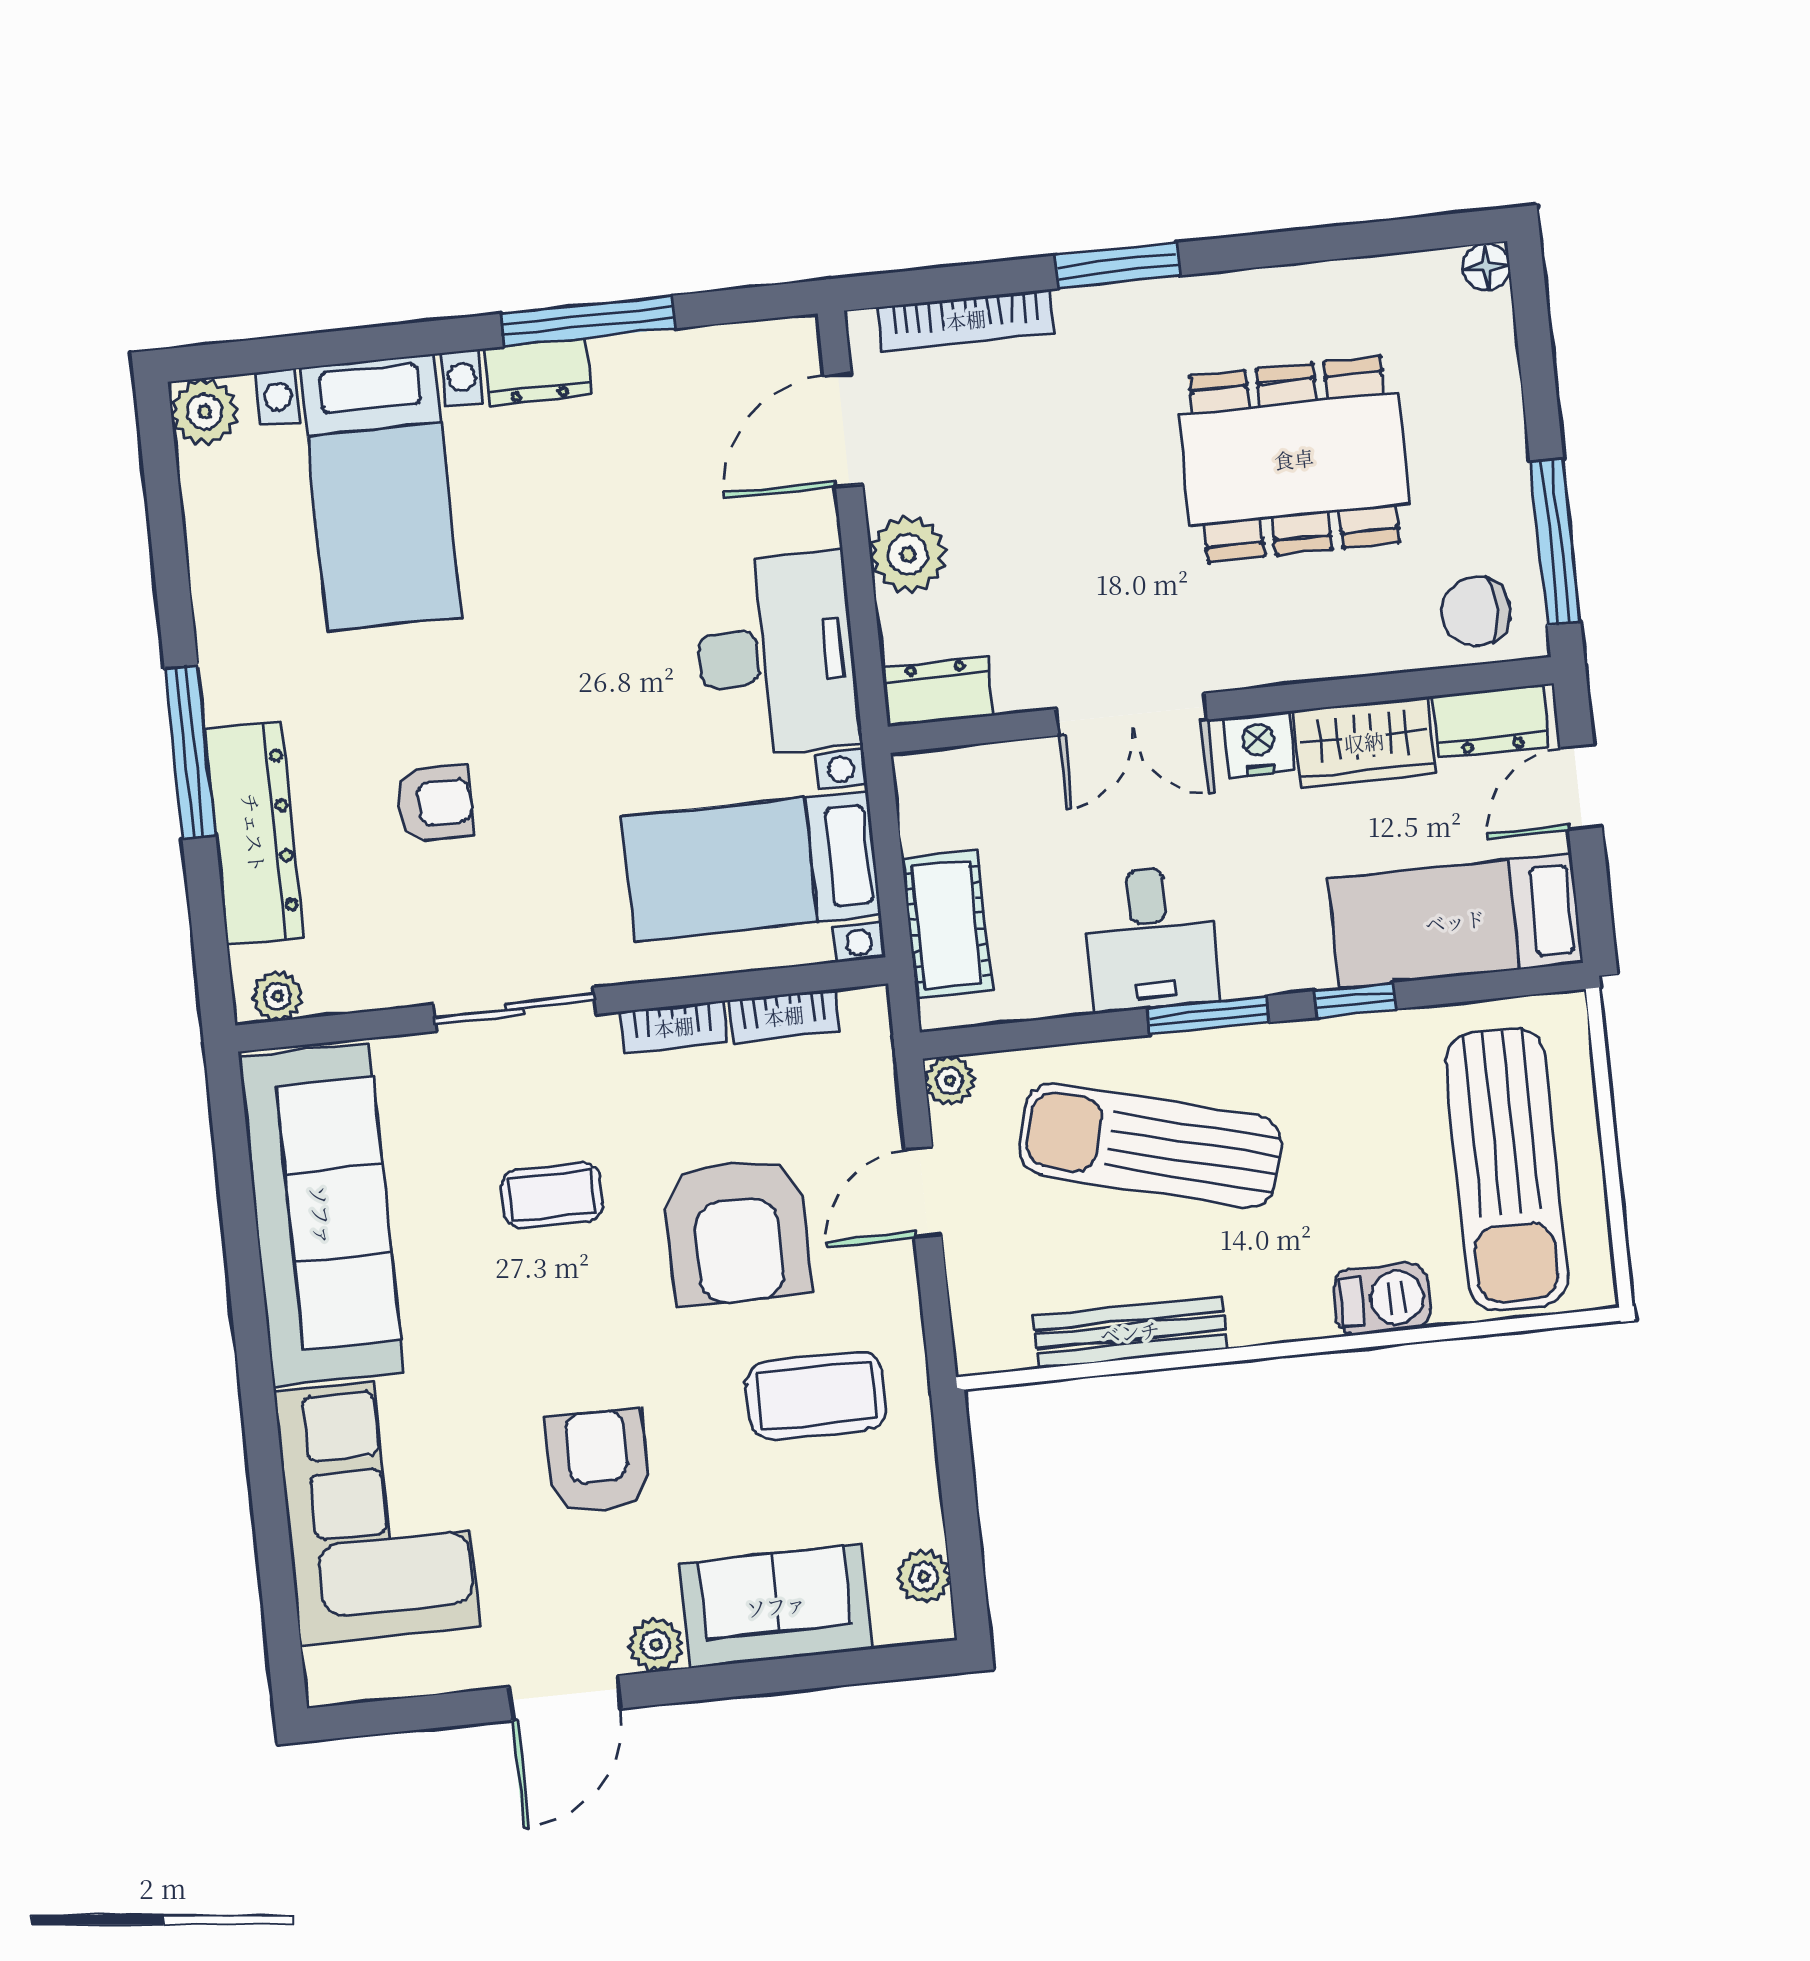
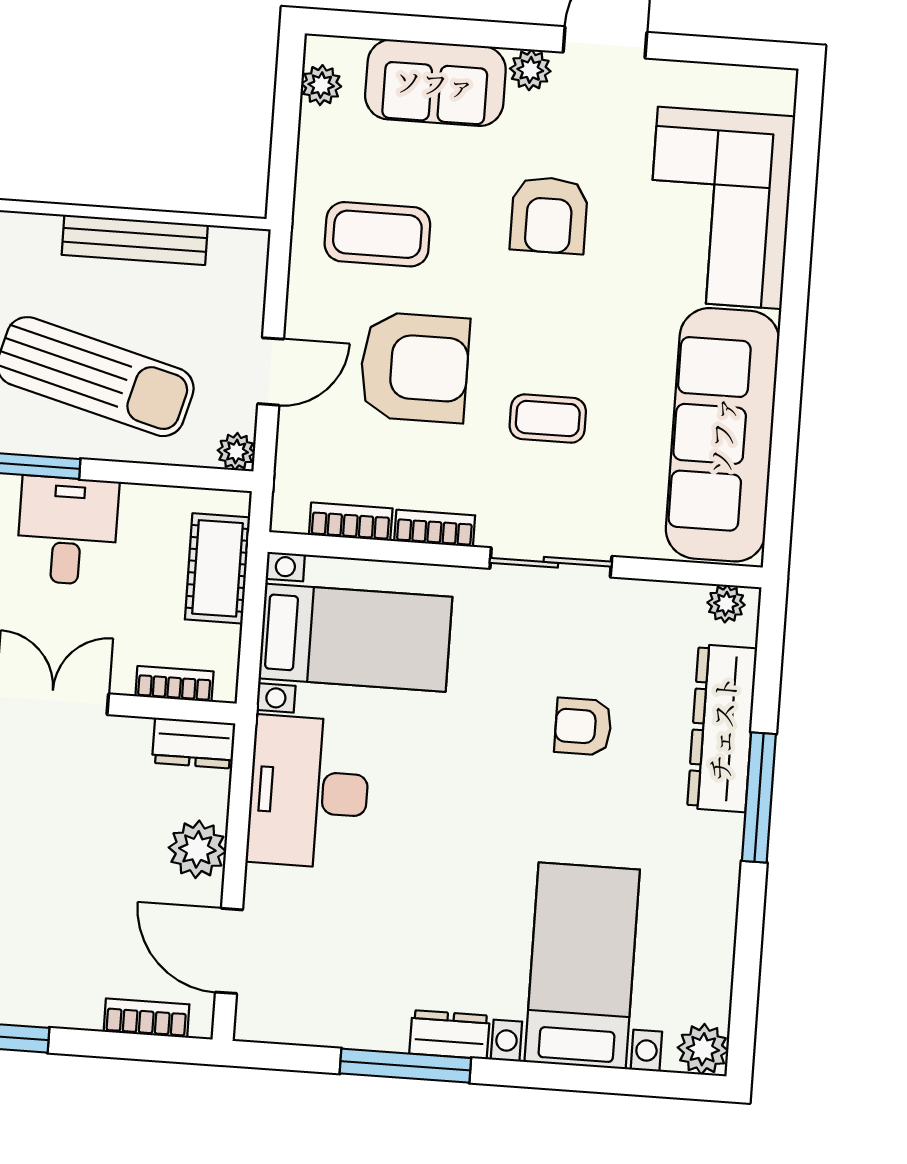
bookcase: (966, 320) -> (146, 1018), width x0.64
door: (843, 430) -> (229, 951), swing flipped
bookcase: (976, 764) -> (174, 684), added
armchair: (737, 1231) -> (414, 367), turned 90

